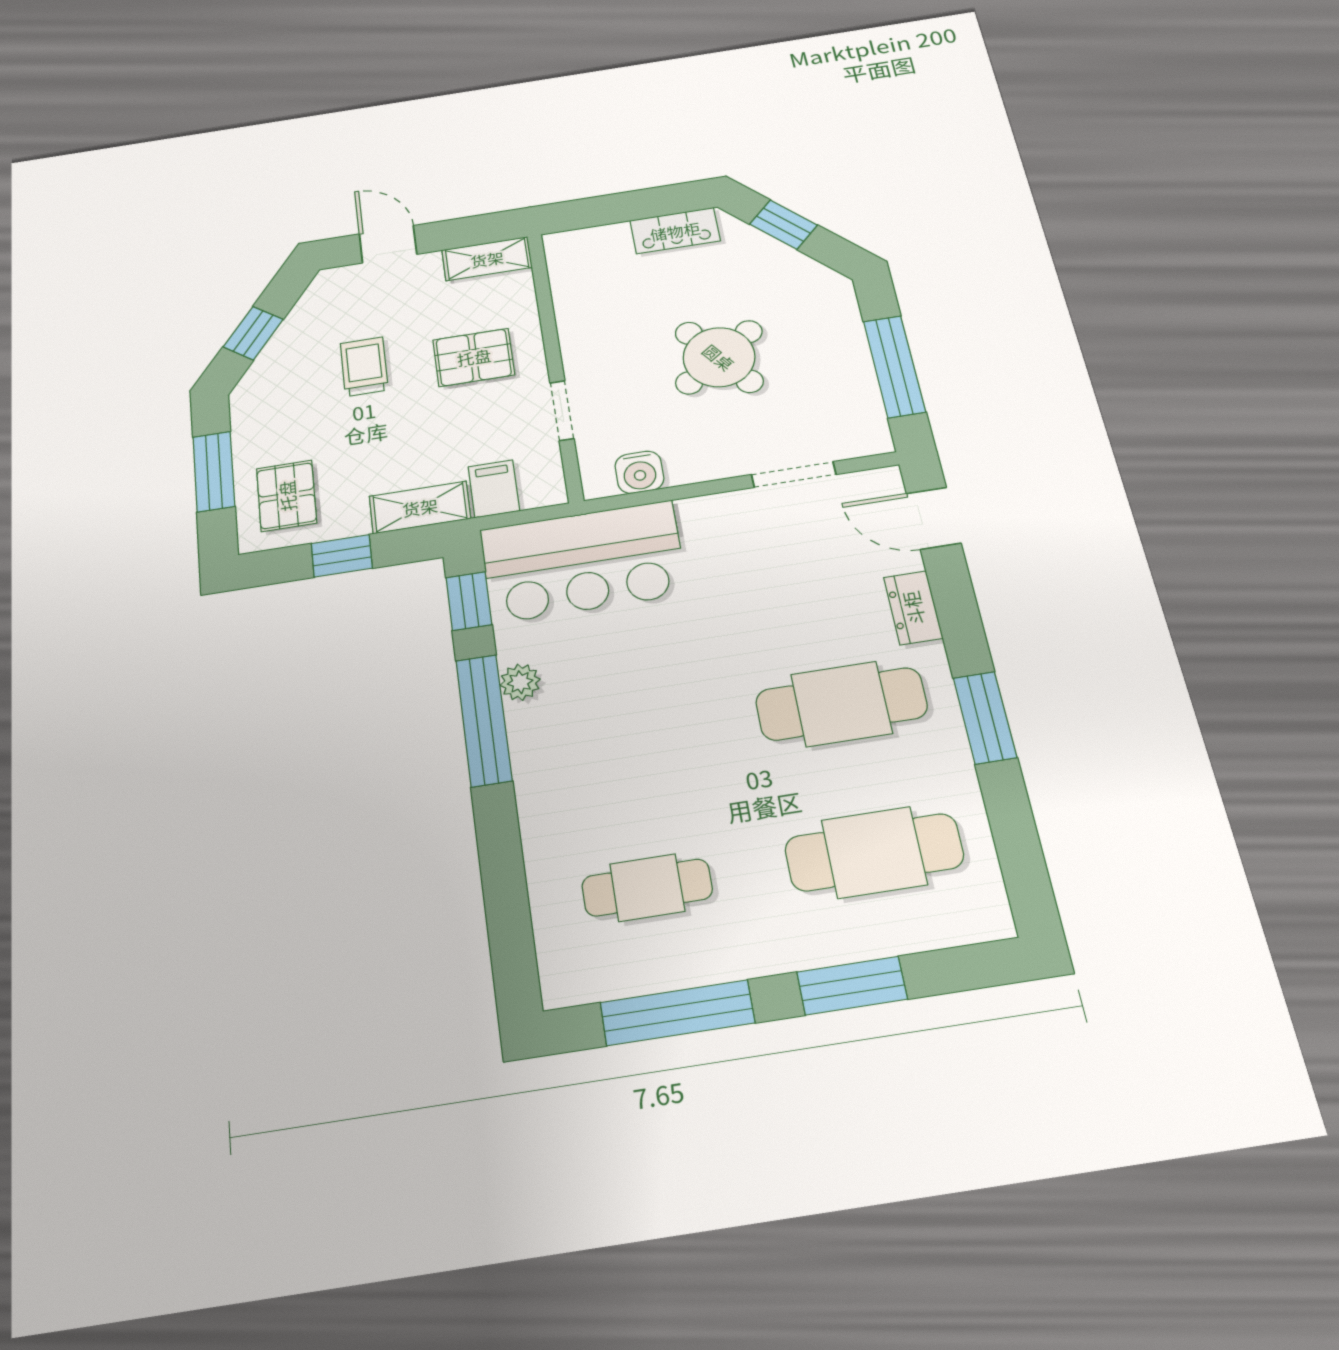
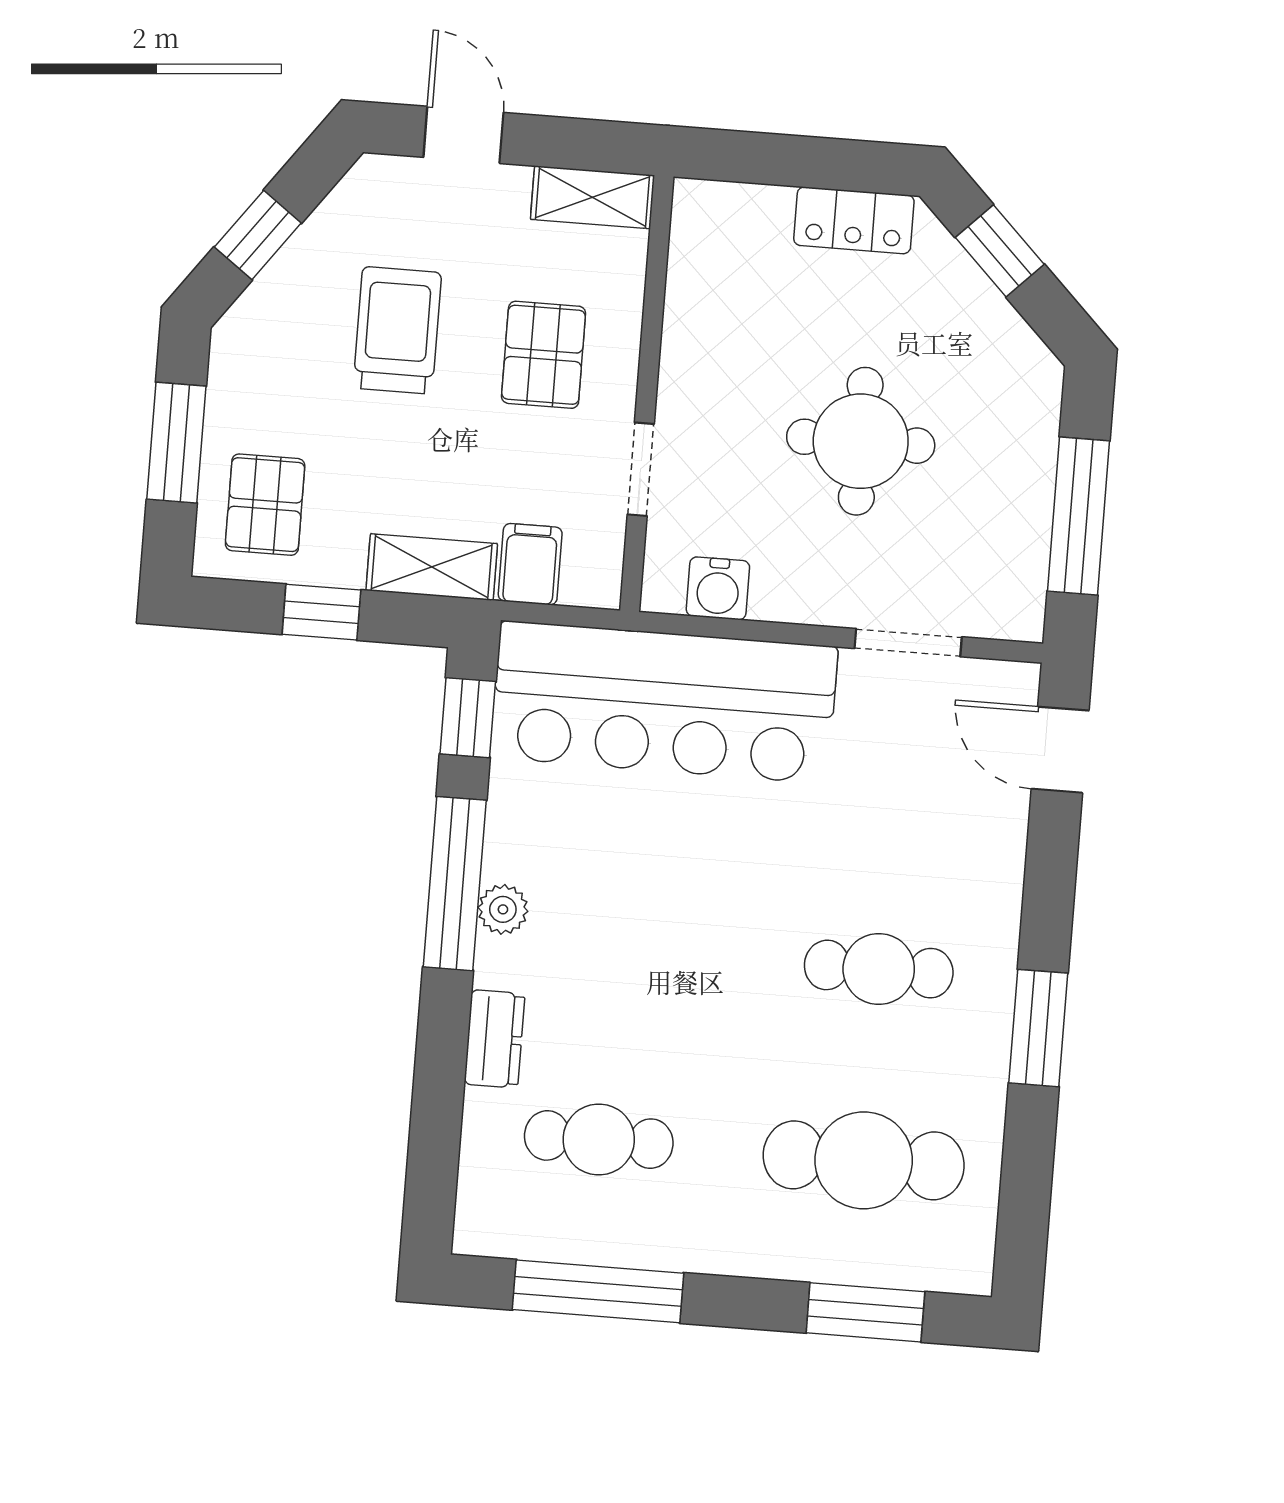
pallet: (474, 357) -> (544, 355), turned 90
round table: (719, 357) -> (861, 441), turned 36
trolley: (364, 367) -> (397, 330), width x1.36, depth x1.39
bar counter: (583, 561) -> (664, 702), width x1.36
dresser: (913, 608) -> (494, 1039), moved, turned 180
plant: (520, 682) -> (503, 909), moved
cafe table: (841, 704) -> (879, 969), width x0.73, depth x0.74
window: (852, 986) -> (865, 1312), moved

